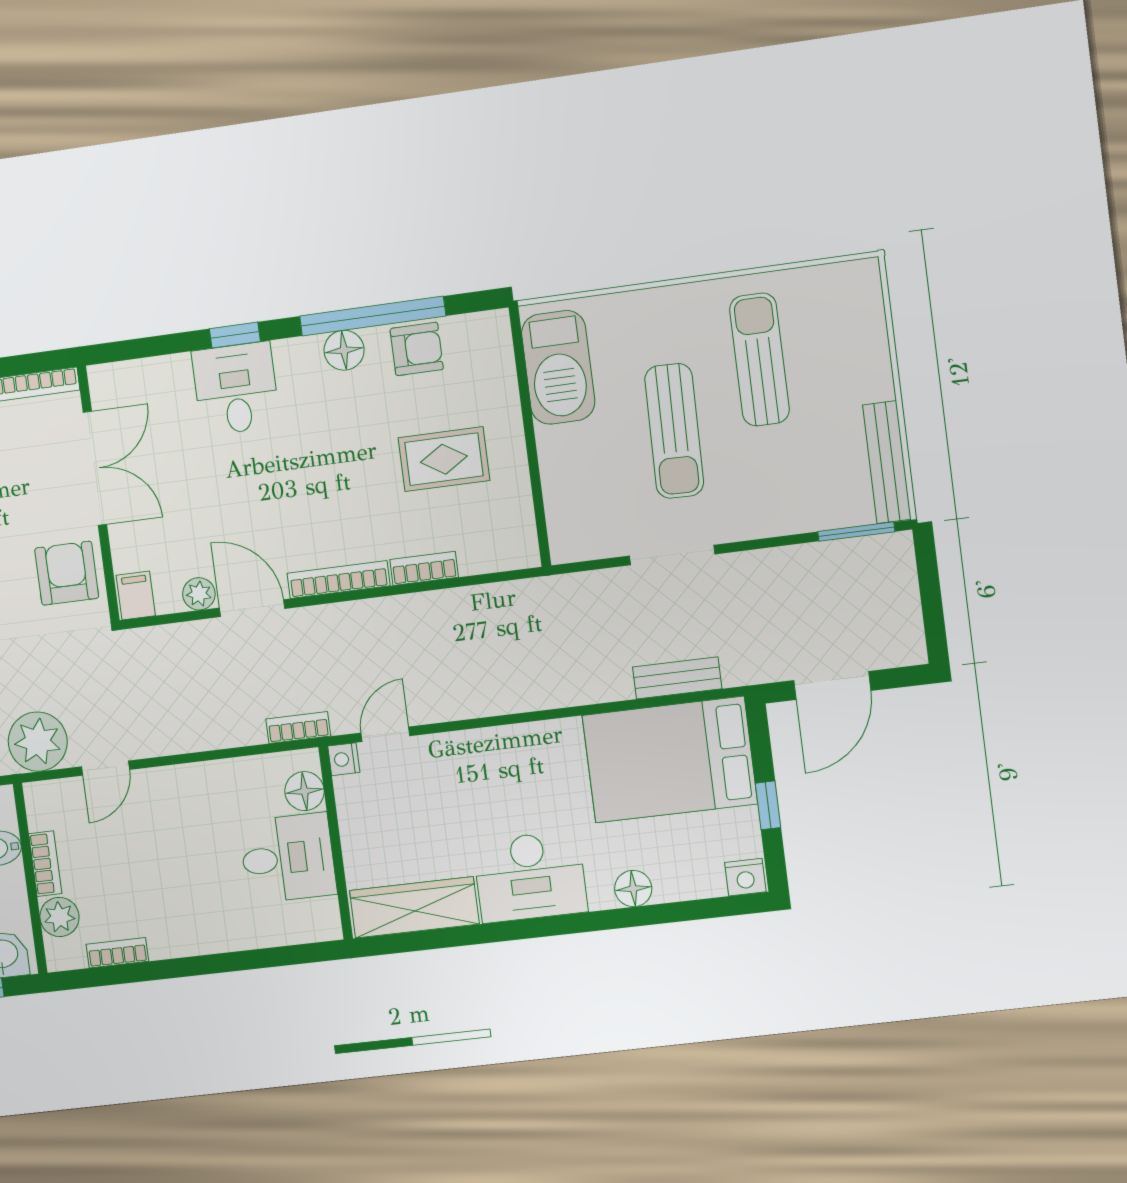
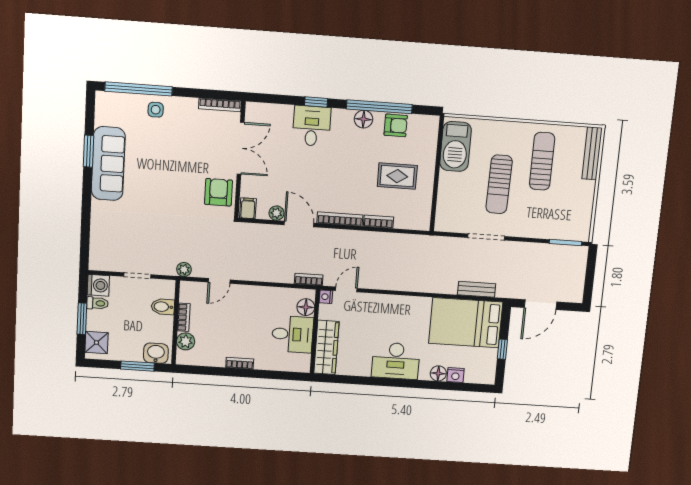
bench: (887, 462) -> (592, 153), moved
plant: (38, 742) -> (184, 269), width x0.53, depth x0.53
nightstand: (745, 877) -> (455, 375), moved
wardrobe: (414, 907) -> (326, 347), moved, turned 90
bookcase: (117, 953) -> (240, 363), moved

